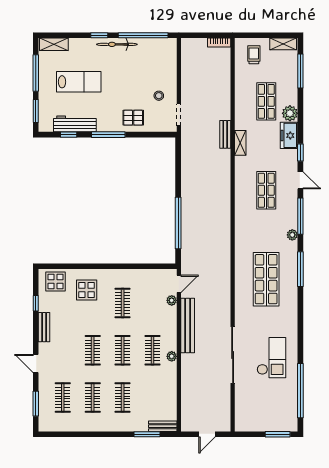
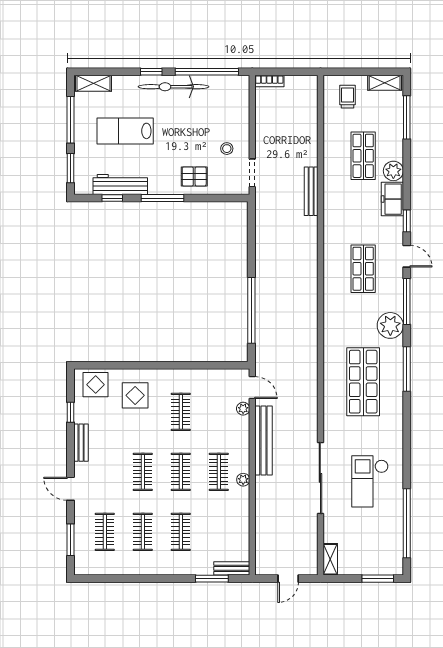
bookcase: (219, 42) -> (269, 81), moved
bicycle: (117, 44) -> (174, 87), width x1.37, depth x1.40
lab bench: (79, 82) -> (125, 131), turned 180
bench: (225, 134) -> (311, 191), width x1.36
shelving: (240, 143) -> (330, 559), moved
plant: (292, 235) -> (390, 325), width x1.87, depth x1.87
door: (179, 284) -> (252, 388), hinge flipped
checkout: (271, 358) -> (370, 481), turned 180

